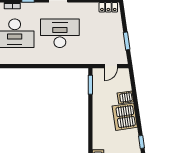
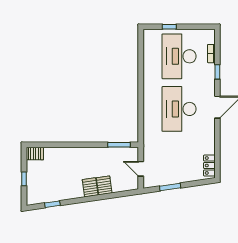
desk: (60, 33) -> (179, 109), turned 180
server rack: (125, 117) -> (90, 187), width x0.46, depth x0.70

